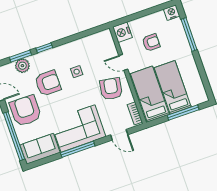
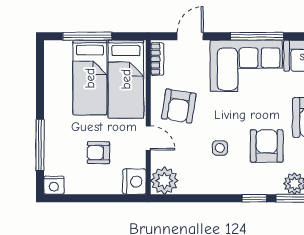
plant: (104, 39) -> (164, 181), added
armchair: (48, 83) -> (267, 146), turned 90
door: (119, 135) -> (190, 36), hinge flipped

